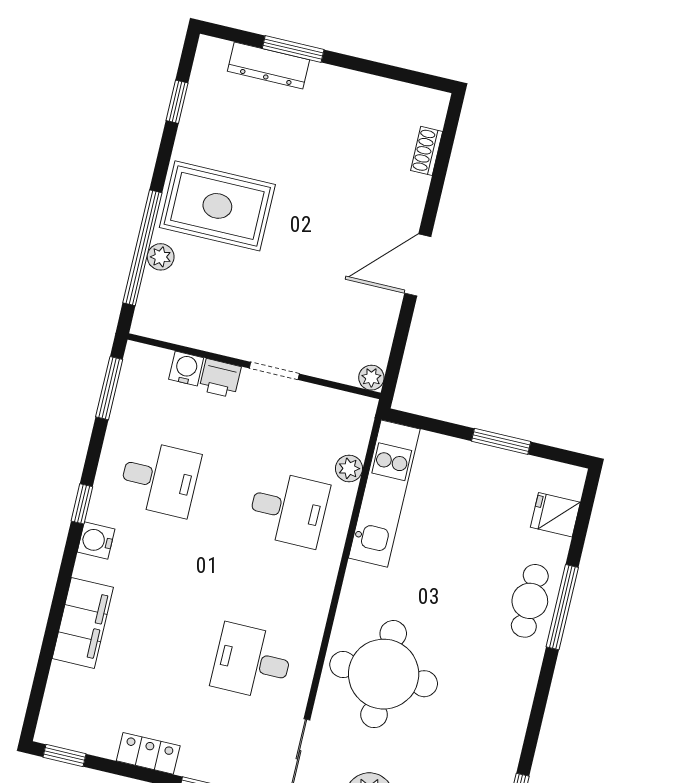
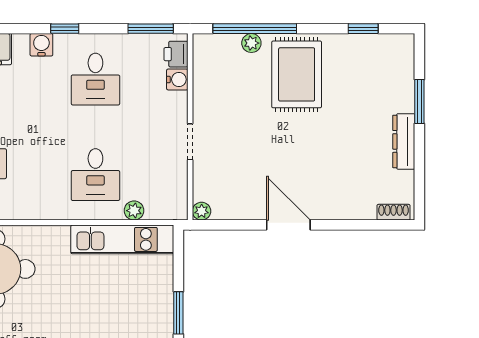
dresser: (269, 65) -> (404, 141), moved
shoe rack: (427, 151) -> (394, 212), moved
printer: (220, 378) -> (176, 54), moved

